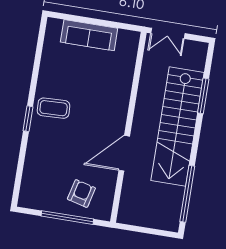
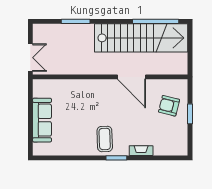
stairs: (177, 126) -> (141, 38), moved
fireplace: (32, 150) -> (141, 151), added
window: (67, 218) -> (190, 114), width x0.47

